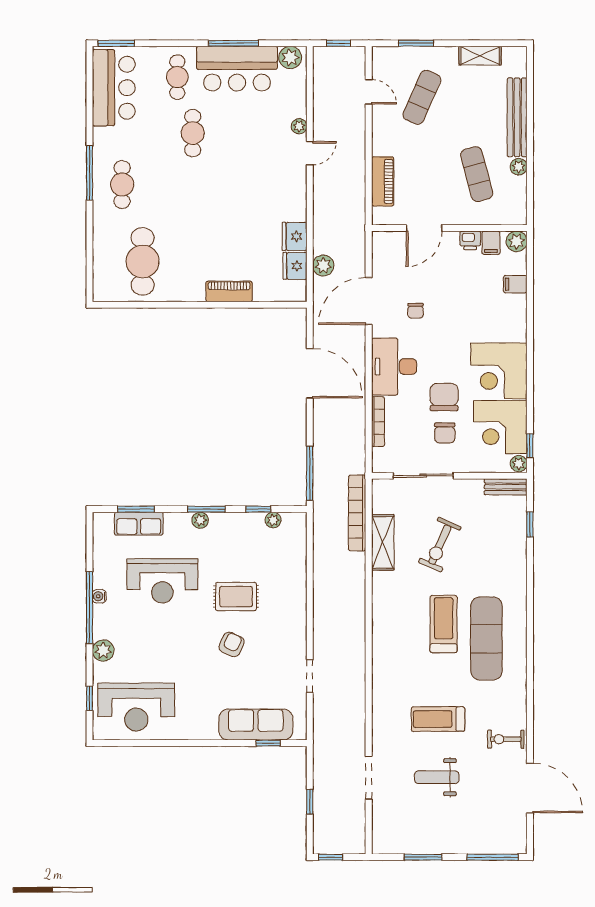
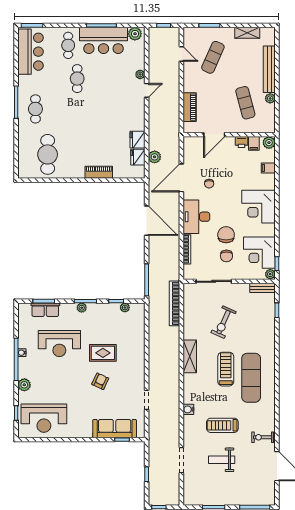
corner desk: (499, 371) -> (259, 207), moved
shelving: (383, 542) -> (190, 356), moved
water cooler: (381, 692) -> (188, 409), added

